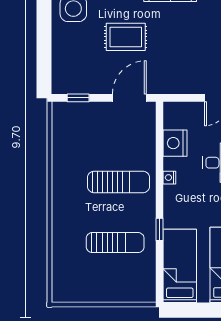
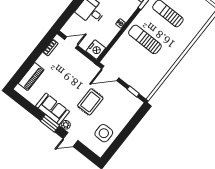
rug: (126, 37) -> (90, 102), turned 90
nightstand: (175, 143) -> (96, 50), moved

